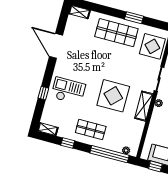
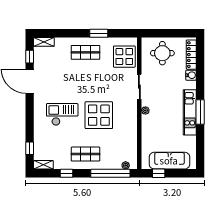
window: (62, 22) -> (30, 57), added
shop shelf: (116, 33) -> (85, 52), width x0.70, depth x0.74
checkout: (68, 91) -> (62, 114), moved
window: (43, 93) -> (30, 148), moved
shelving: (144, 106) -> (131, 117), removed

